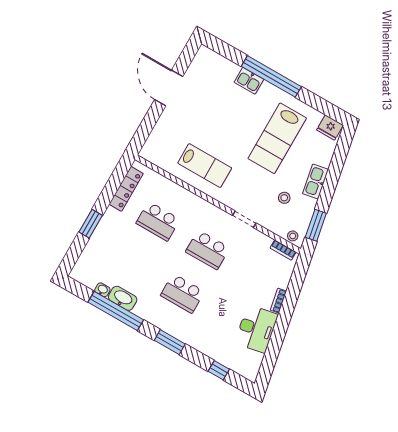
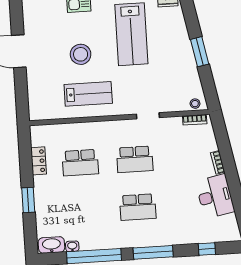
kitchen sink: (316, 182) -> (184, 48), removed
locker: (126, 189) -> (39, 161), width x0.66
stool: (284, 198) -> (81, 54), moved, width x1.89, depth x1.89
window: (316, 225) -> (200, 52), moved
washbasin: (123, 298) -> (51, 245), moved
window: (170, 342) -> (153, 252), width x1.44

